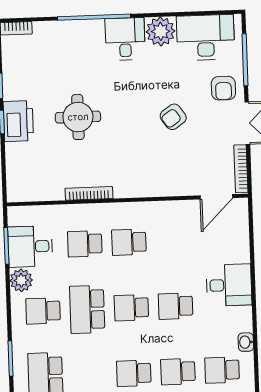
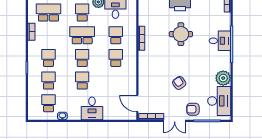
desk: (125, 39) -> (220, 41), moved

